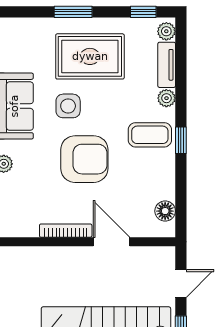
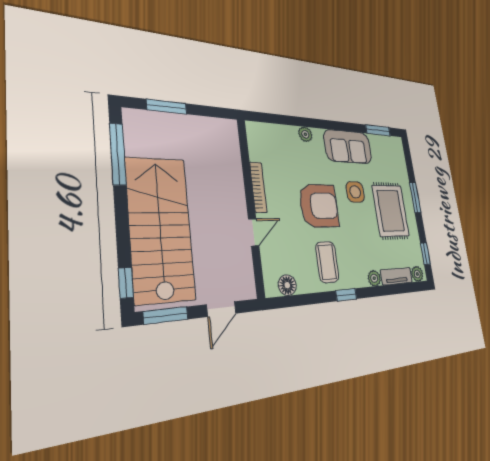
coffee table: (150, 135) -> (327, 262), moved
armchair: (84, 159) -> (319, 206), turned -90
door: (111, 242) -> (254, 232), width x0.73
door: (181, 283) -> (221, 309), hinge flipped

